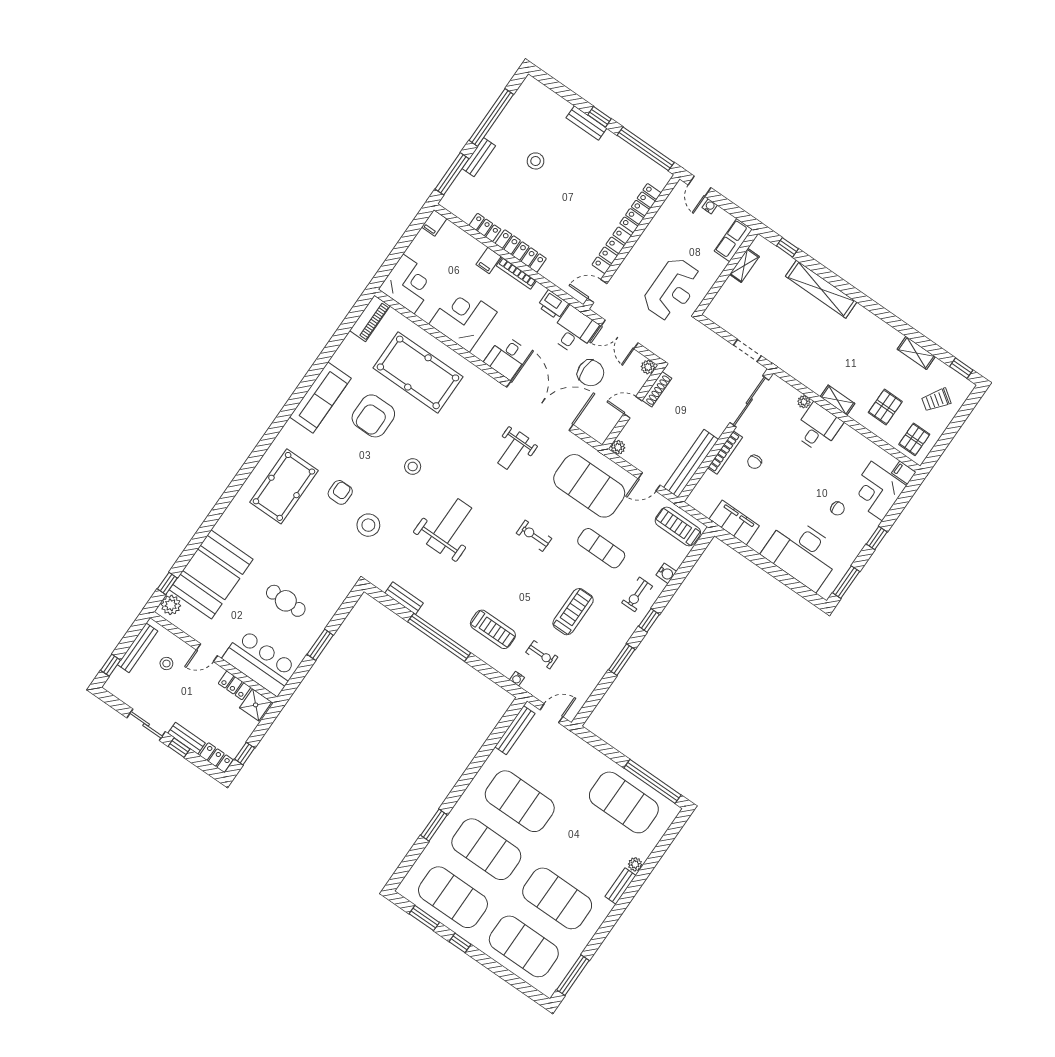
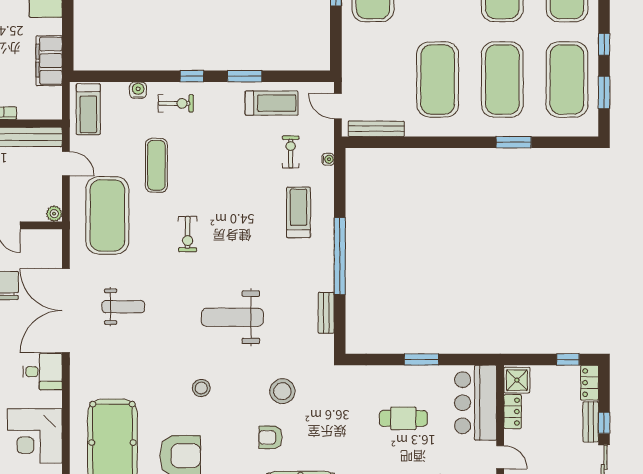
cafe table: (286, 601) -> (403, 418), turned 90
treadmill: (573, 612) -> (272, 103), moved, turned 180

